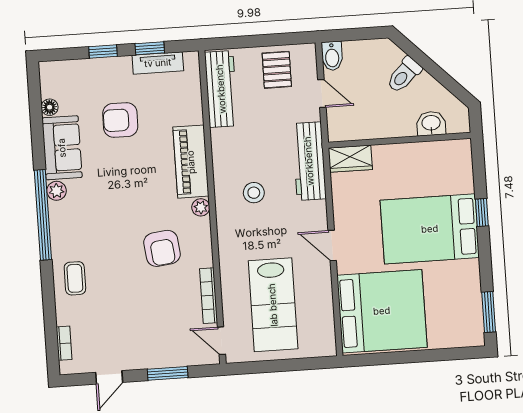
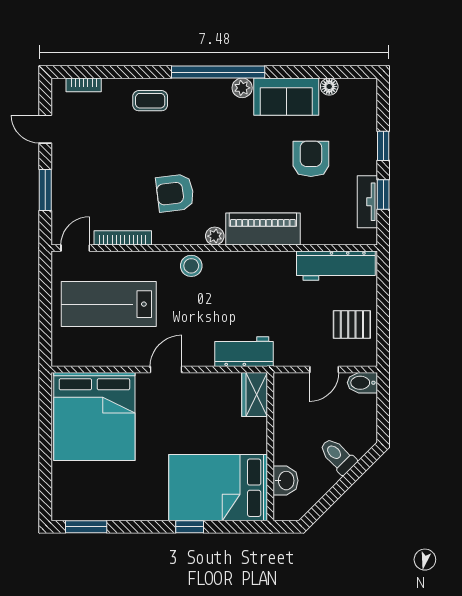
workbench: (309, 161) -> (244, 352), width x0.73
stool: (254, 193) -> (191, 266), moved
bed: (430, 229) -> (218, 488), moved, turned -90

